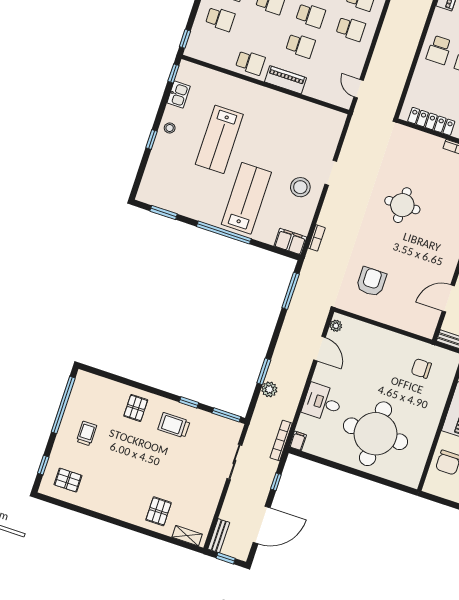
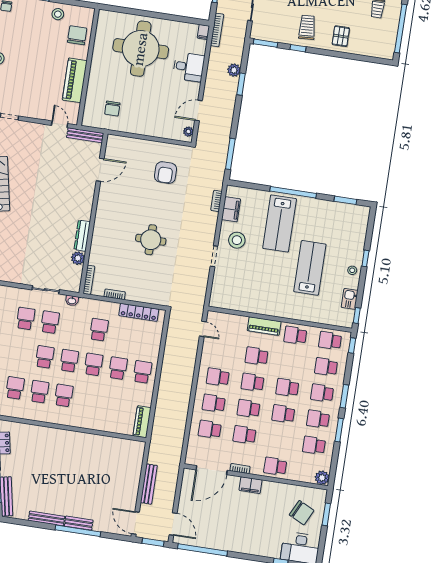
school desk: (210, 49) -> (330, 341), added
filing cabinet: (290, 242) -> (231, 209), moved, turned -90
door: (319, 349) -> (199, 111), hinge flipped
chair: (421, 368) -> (112, 109), turned 90
trolley: (174, 425) -> (307, 27), turned -94

